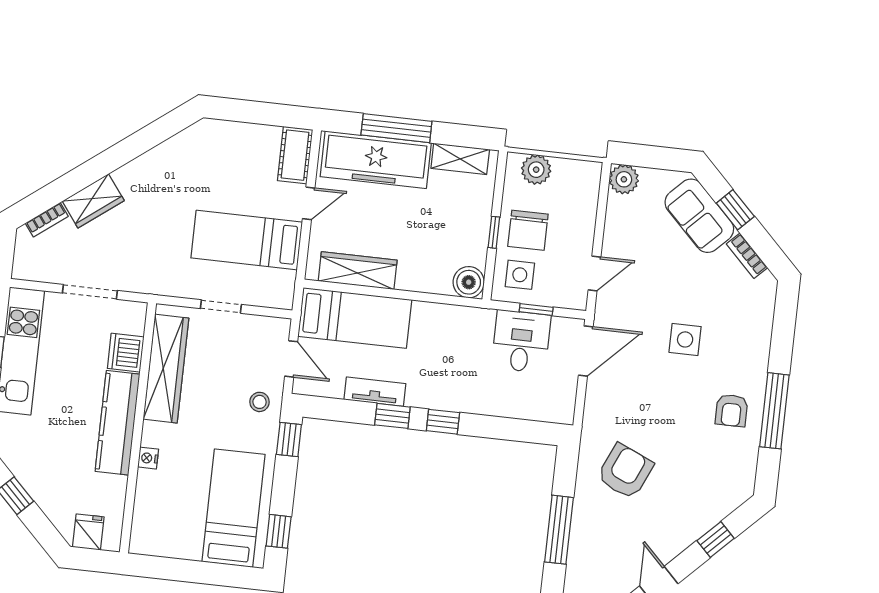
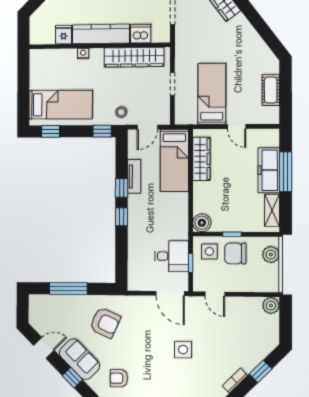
cot: (295, 155) -> (271, 90), moved, turned 90
freezer: (376, 160) -> (269, 170), width x0.73, depth x0.79
sofa: (699, 216) -> (79, 359), moved, turned 90
armchair: (732, 410) -> (119, 378), moved
fridge: (88, 532) -> (64, 35), moved, turned -90

